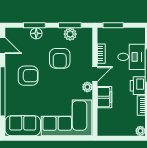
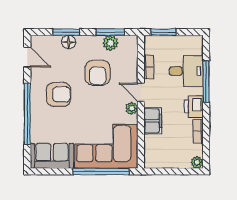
door: (95, 74) -> (141, 92), swing flipped
window: (62, 138) -> (101, 171), added

